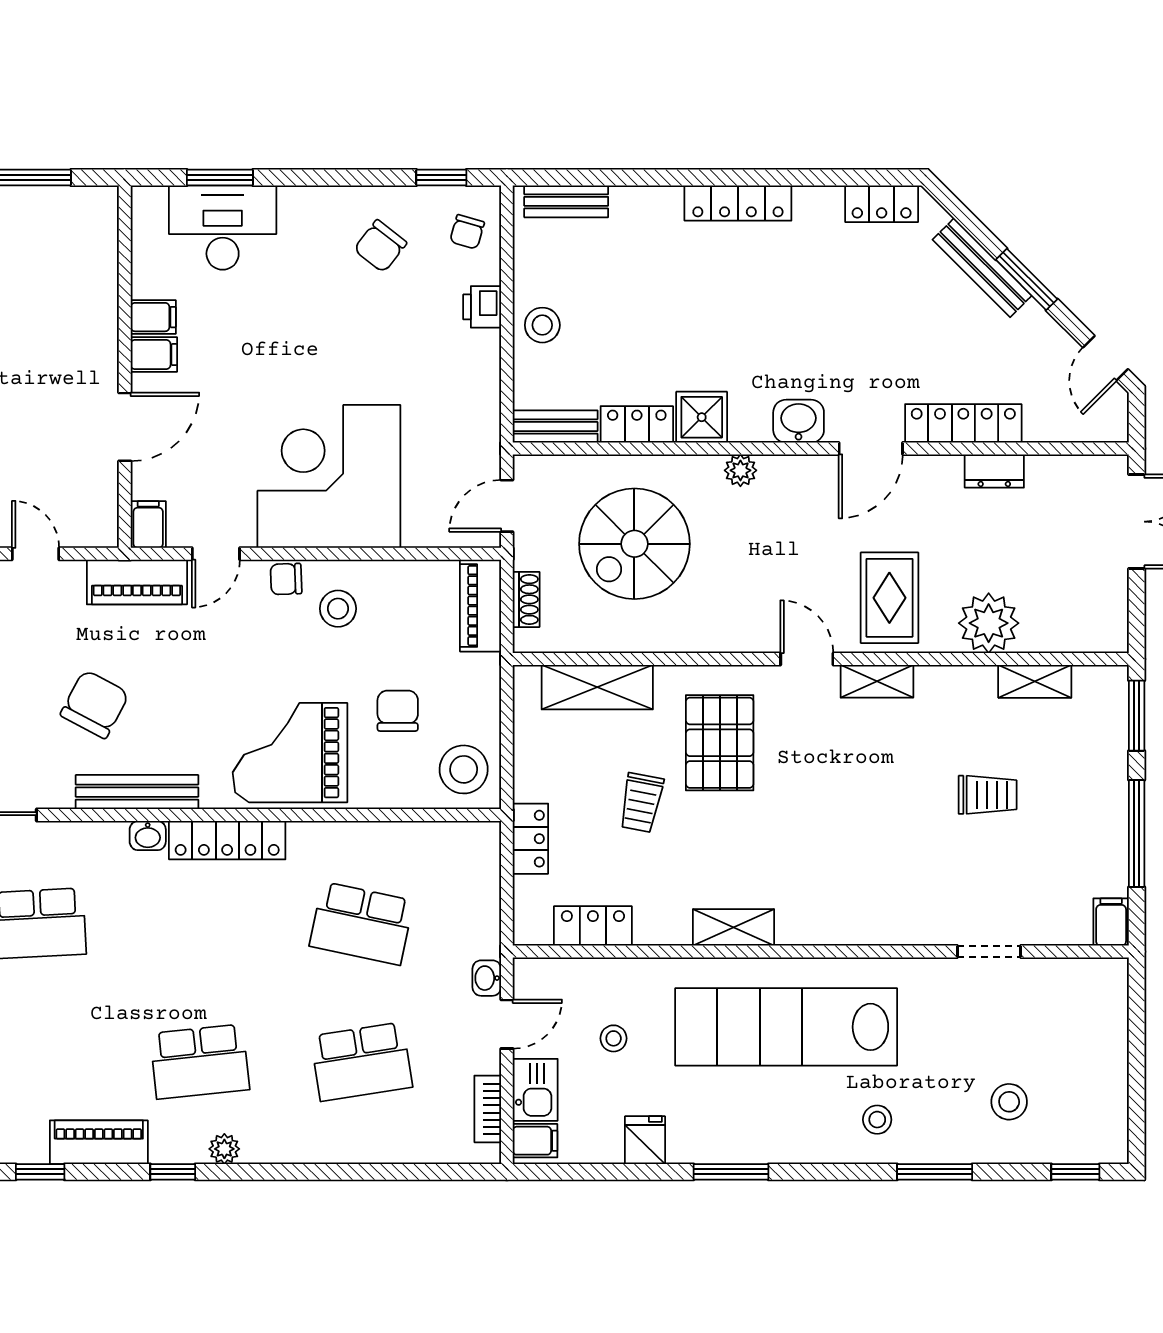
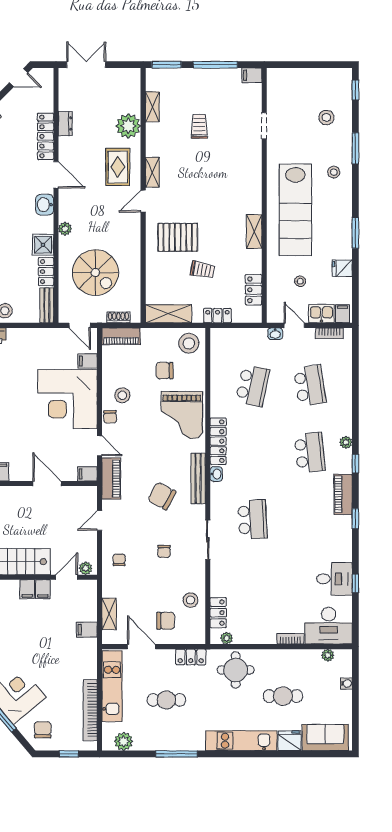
filing cabinet: (154, 355) -> (88, 361), moved, turned -90
rug: (889, 598) -> (118, 167), turned 90
shelving: (597, 687) -> (169, 314), moved, turned 90

